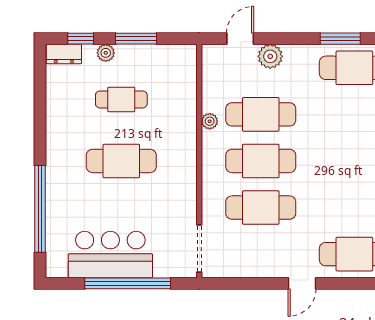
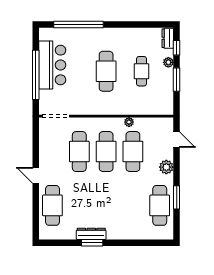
plant: (270, 56) -> (166, 167), moved

